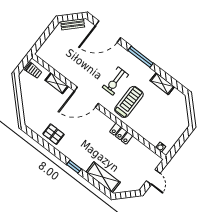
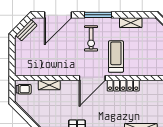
exercise bike: (115, 81) -> (91, 38), moved
door: (86, 97) -> (92, 78), moved
locker: (121, 134) -> (123, 86), width x1.53

